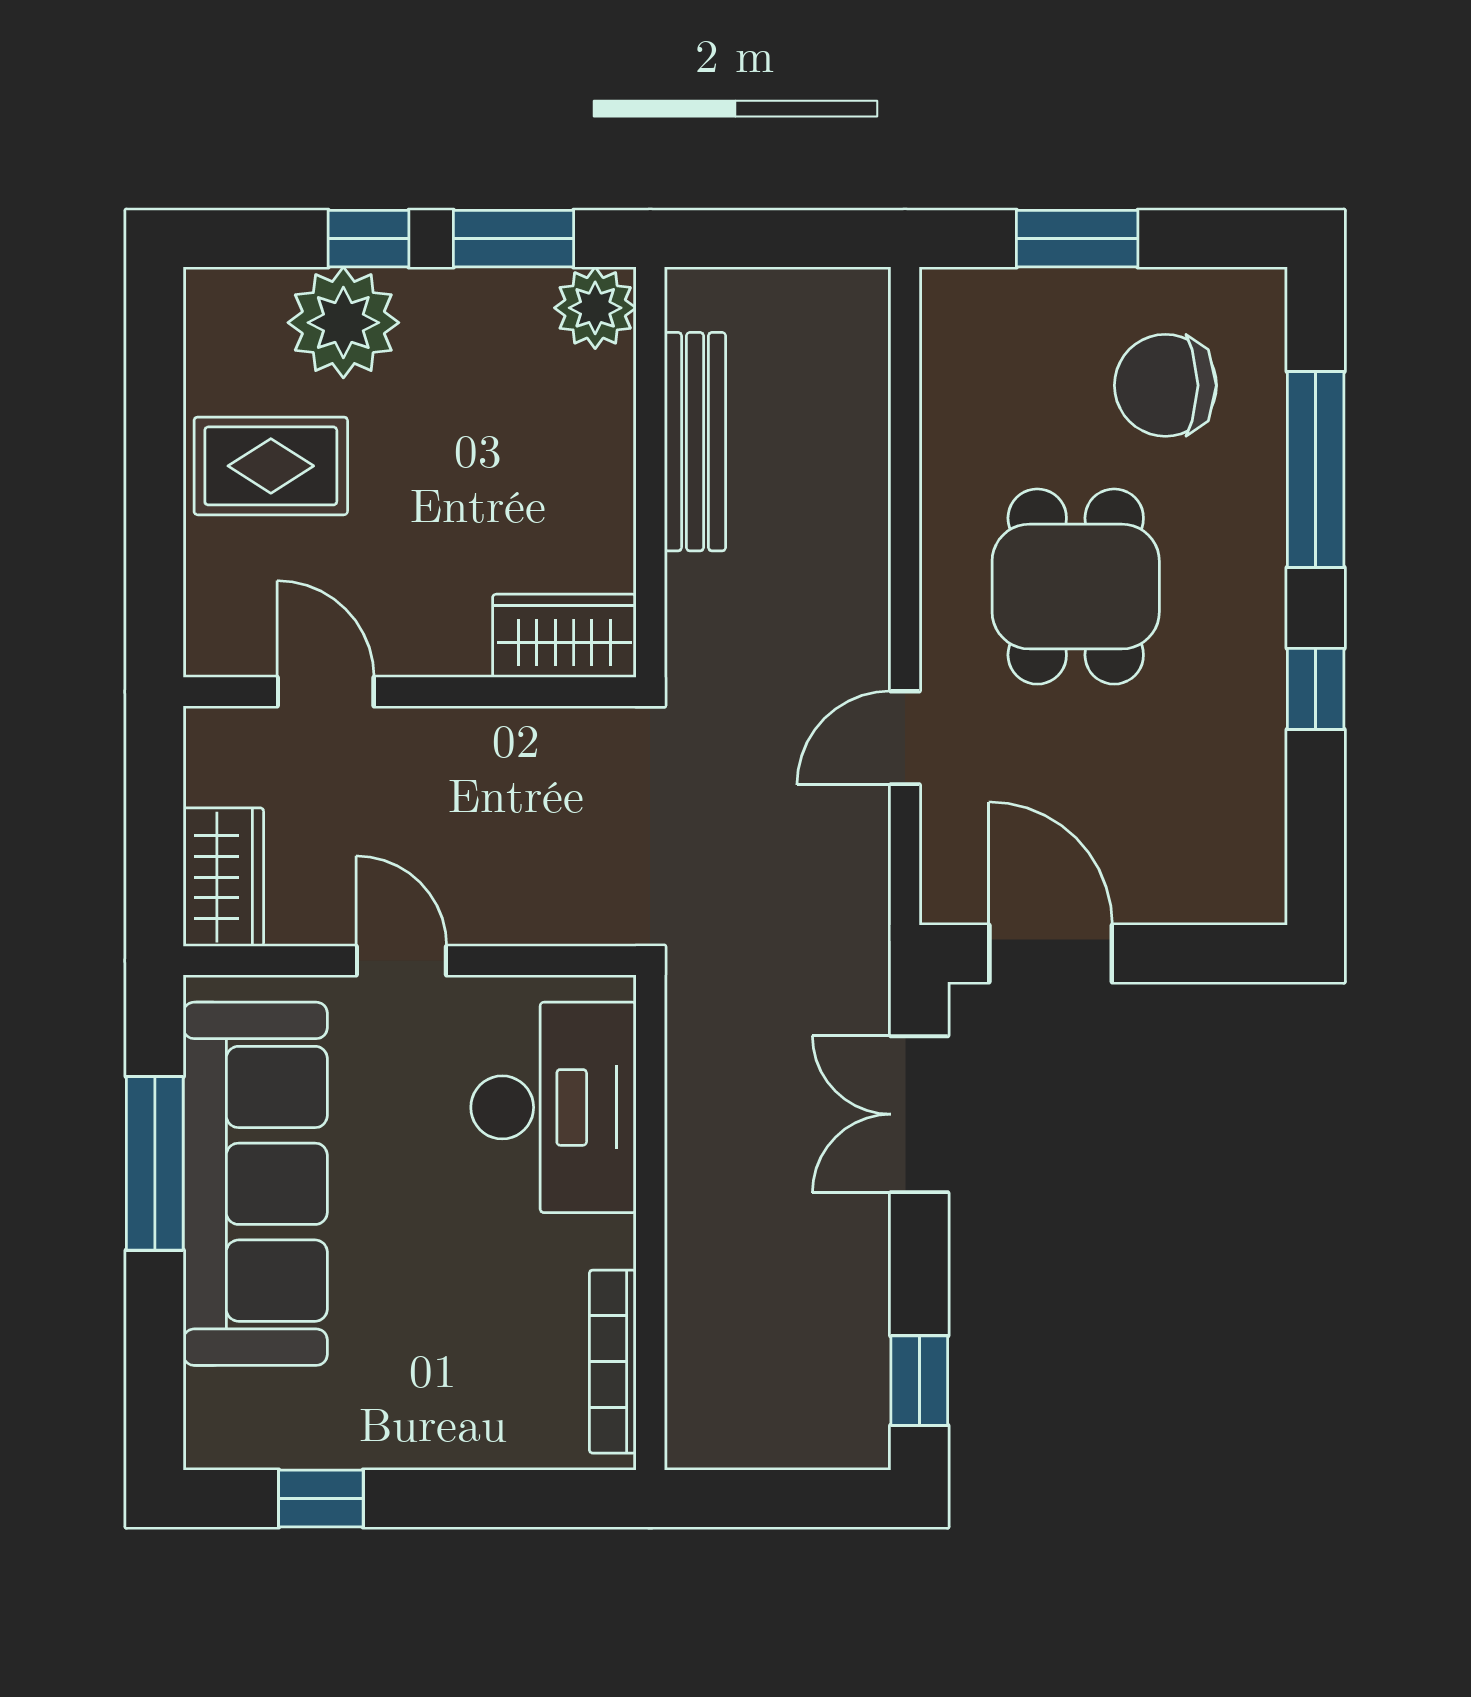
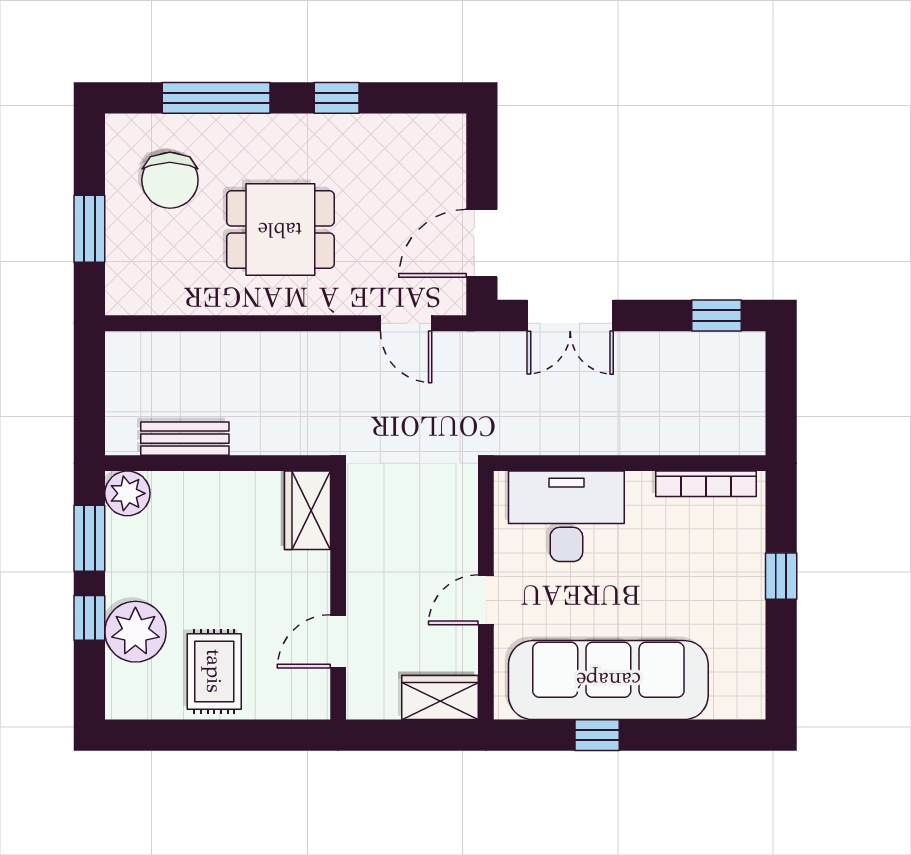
bench: (695, 442) -> (185, 439), width x0.73
door: (905, 738) -> (406, 323), moved
window: (155, 1163) -> (597, 735), width x0.46
window: (321, 1499) -> (781, 576), moved

